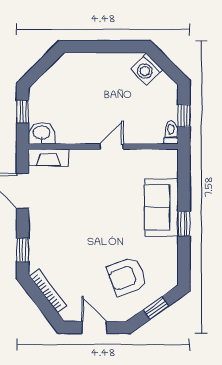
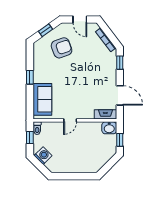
washing machine: (146, 70) -> (43, 156), moved
sofa: (161, 207) -> (42, 99), moved

